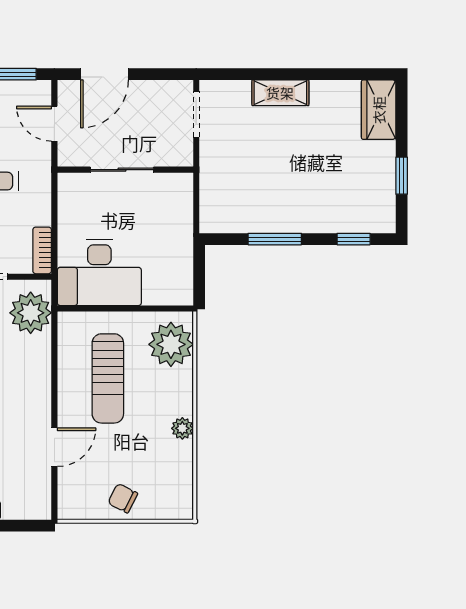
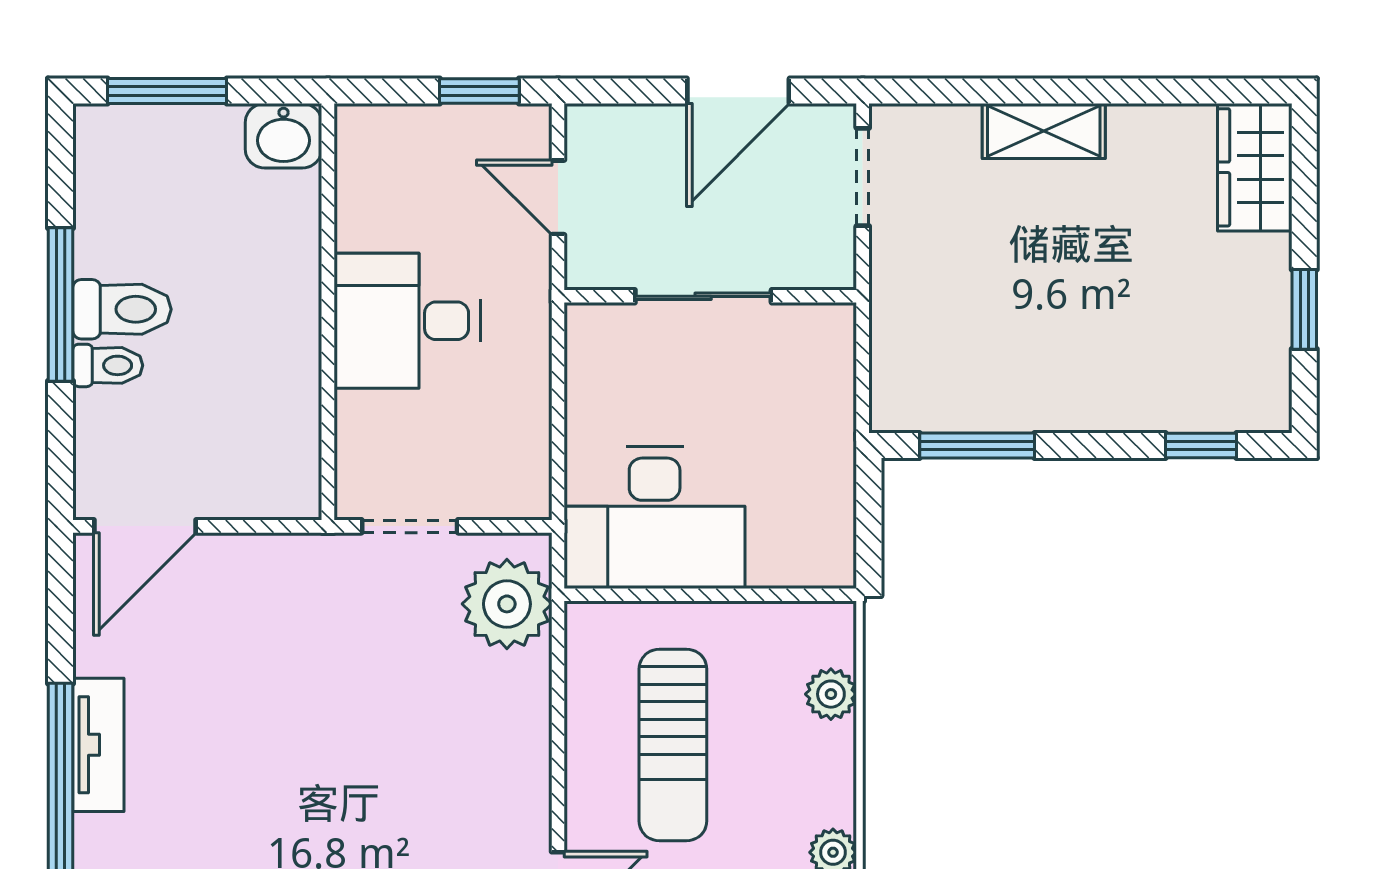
door: (104, 74) -> (738, 91), moved
window: (275, 239) -> (977, 446), moved
bookcase: (42, 250) -> (532, 470), removed
plant: (171, 344) -> (831, 694), width x0.53, depth x0.53

